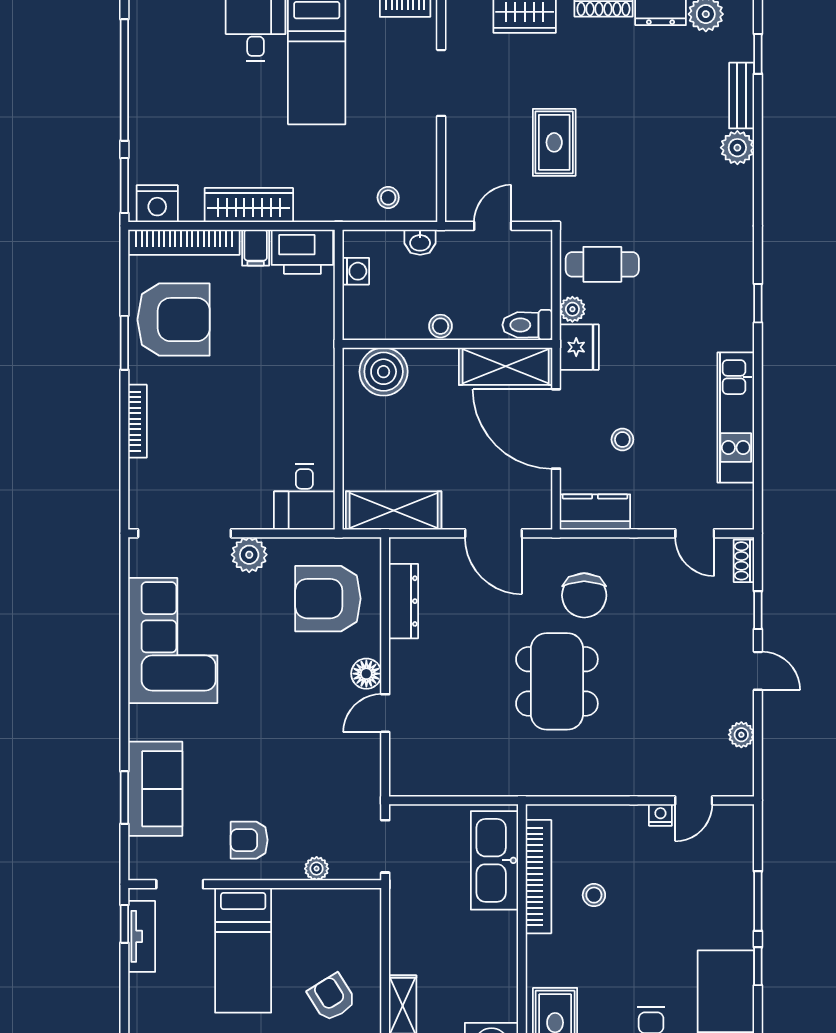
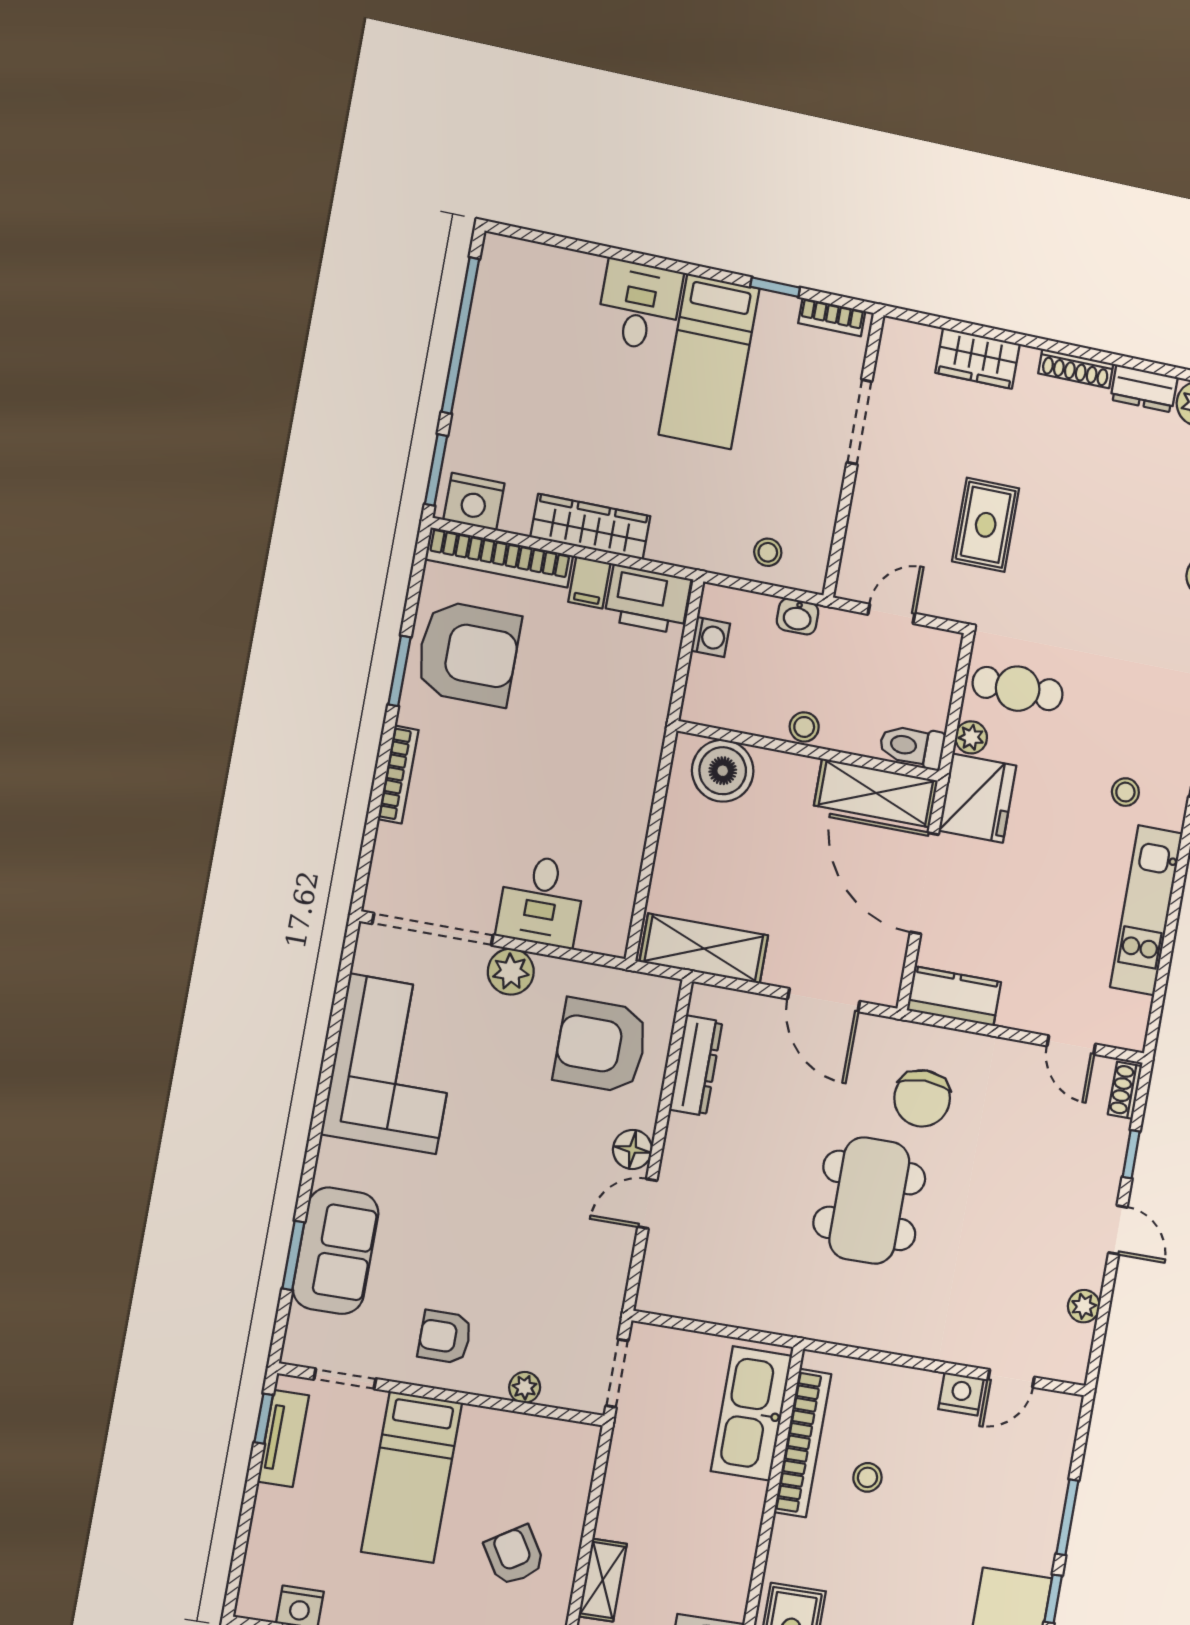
fridge: (579, 347) -> (978, 798), width x1.36, depth x1.34
stool: (622, 440) -> (1125, 792), moved
desk: (304, 497) -> (541, 901), moved
nightstand: (660, 815) -> (961, 1394), width x1.39, depth x1.35

